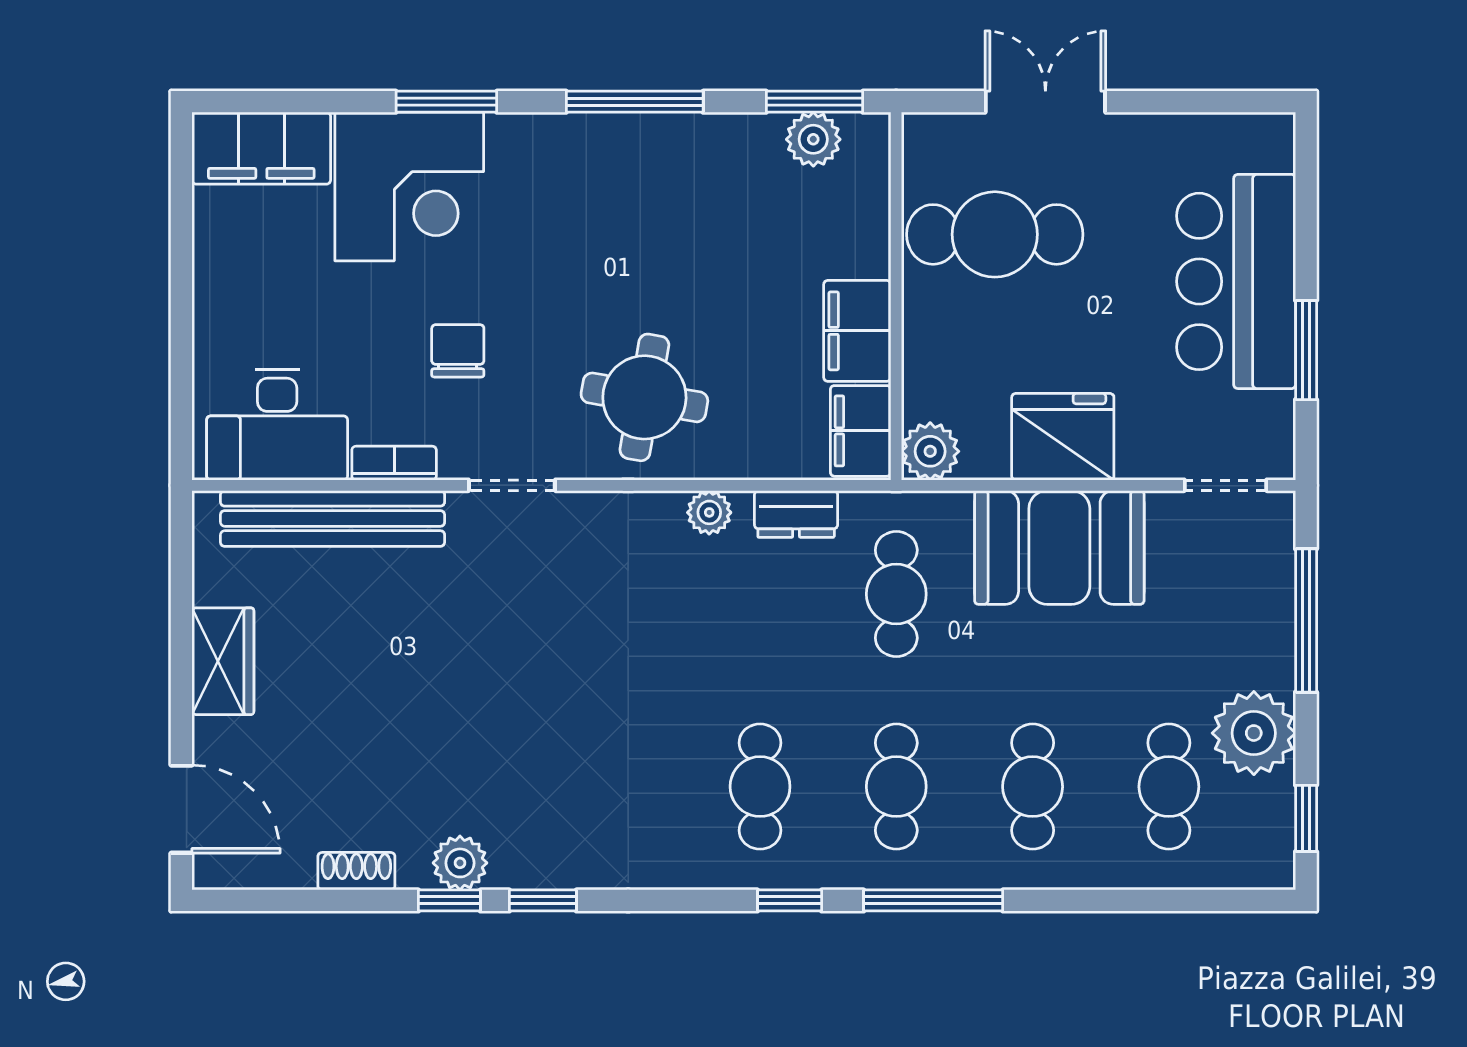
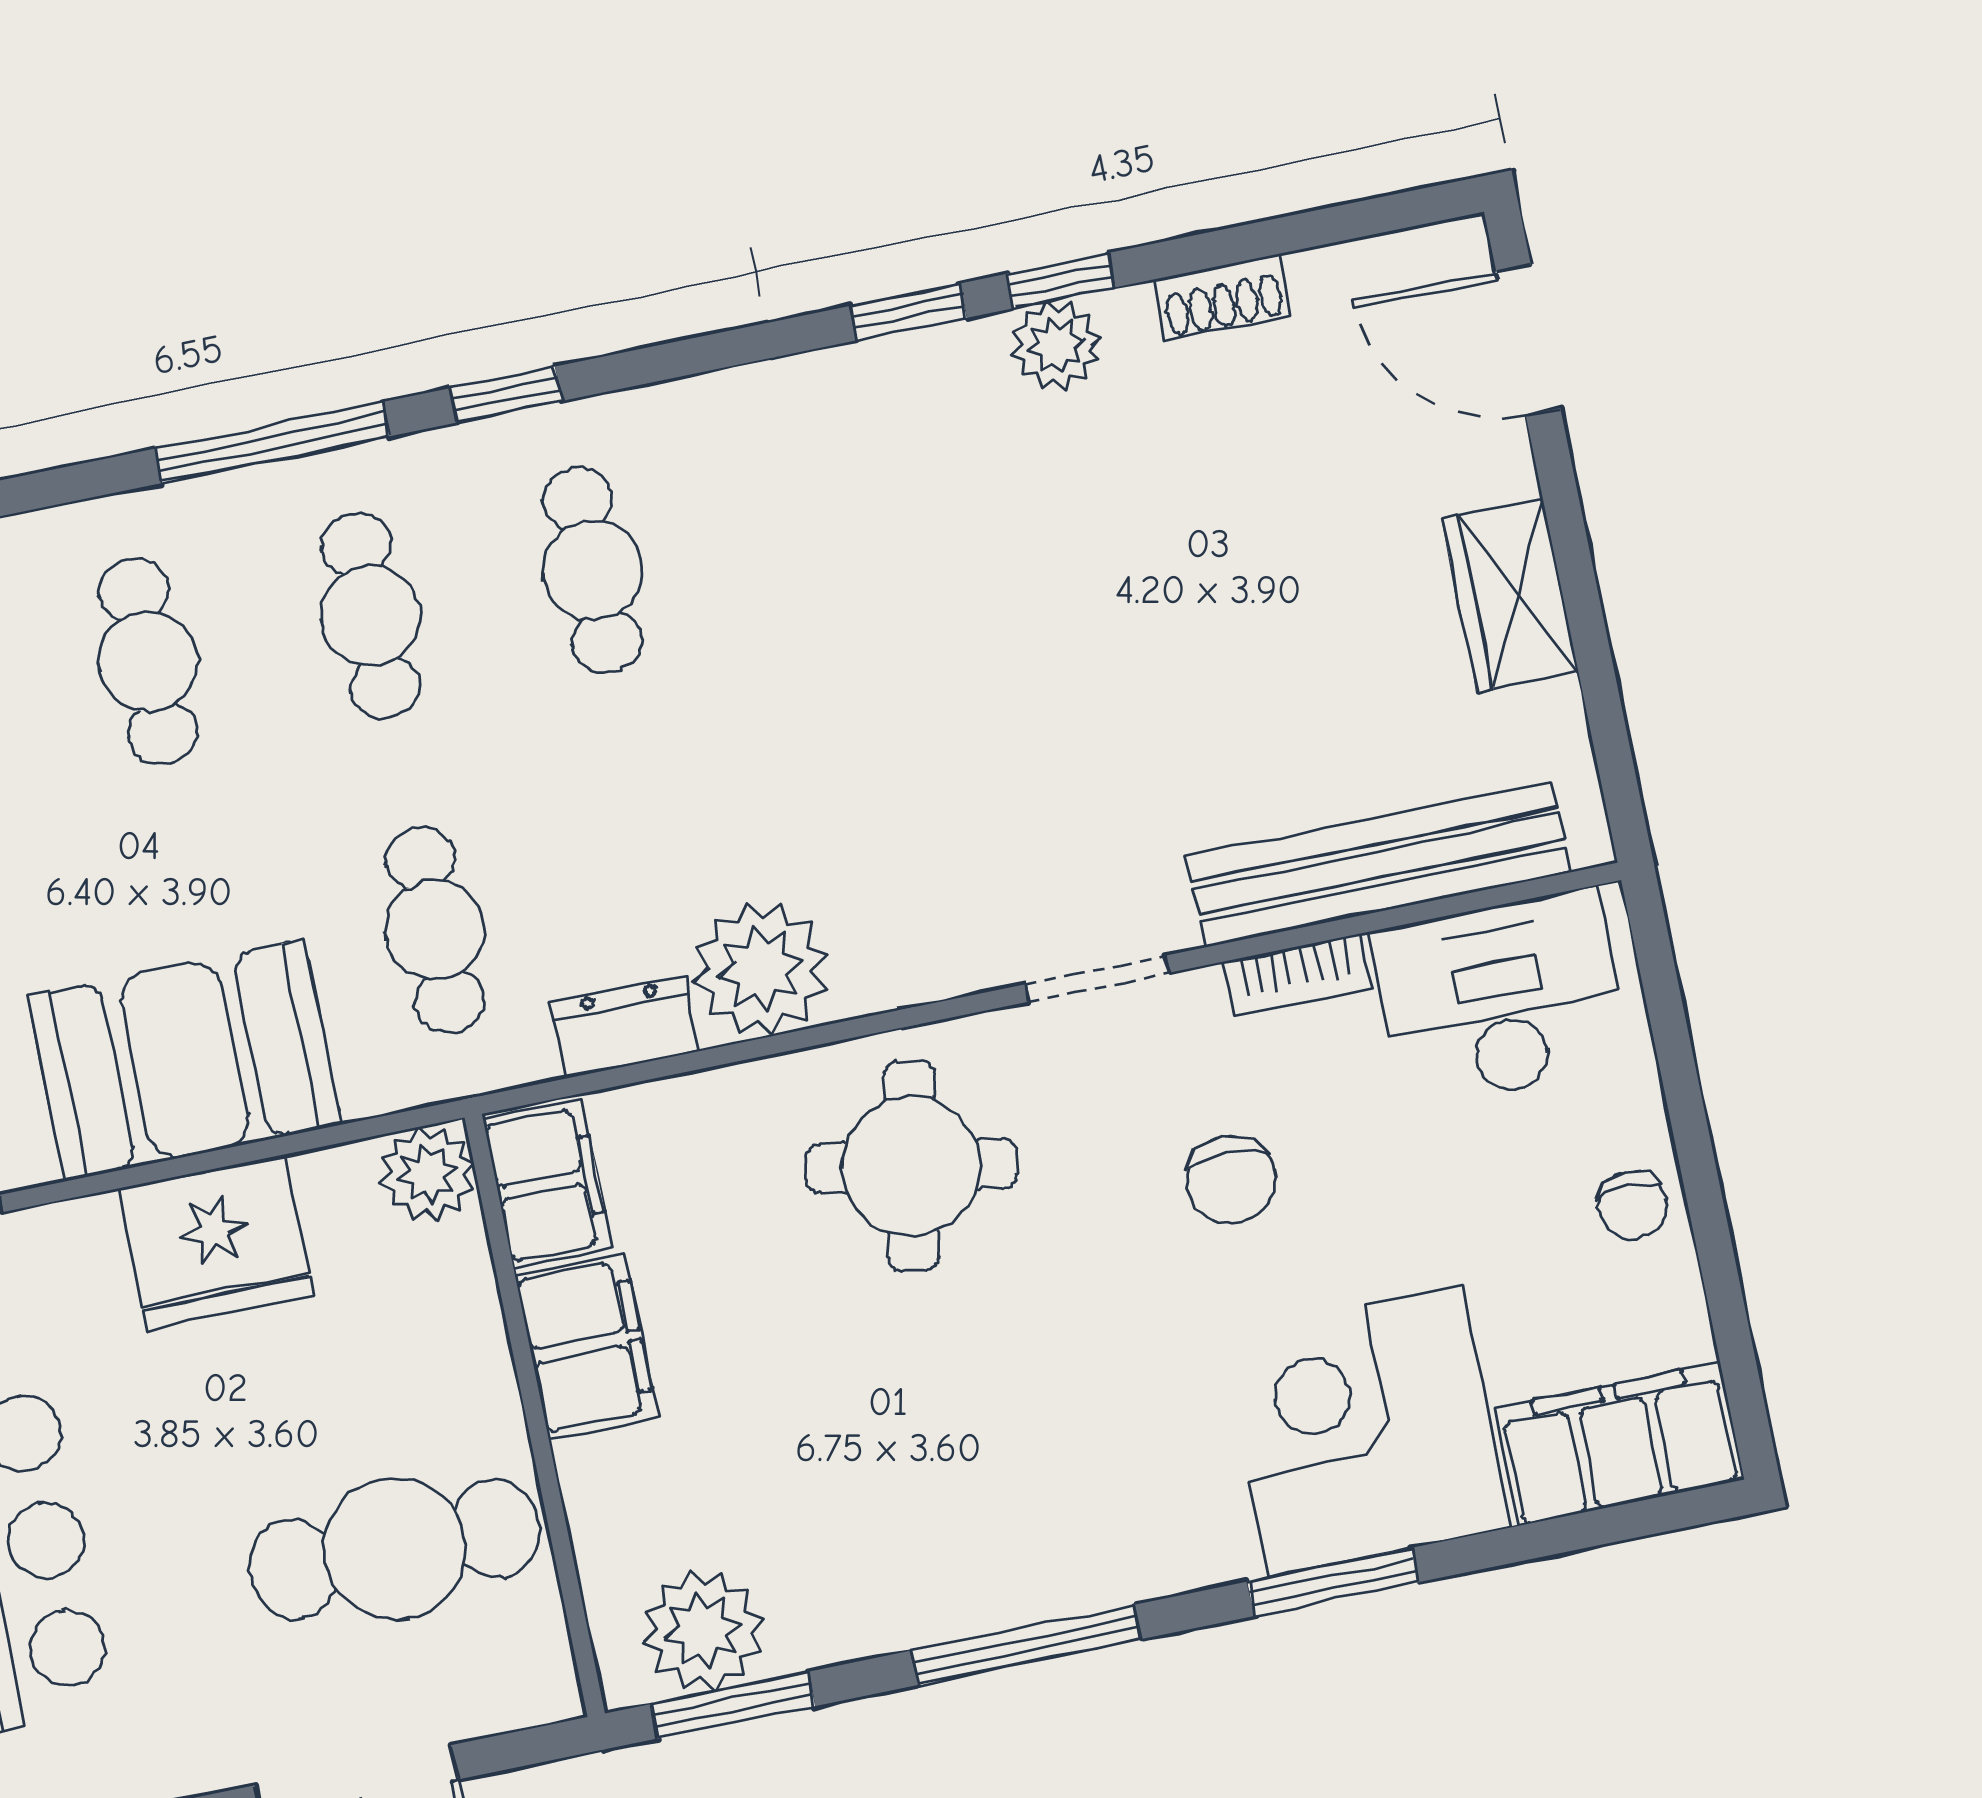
plant: (813, 139) -> (703, 1631), width x1.36, depth x1.36
chair: (225, 287) -> (1632, 1205), added
plant: (709, 512) -> (761, 969), width x1.87, depth x1.87

